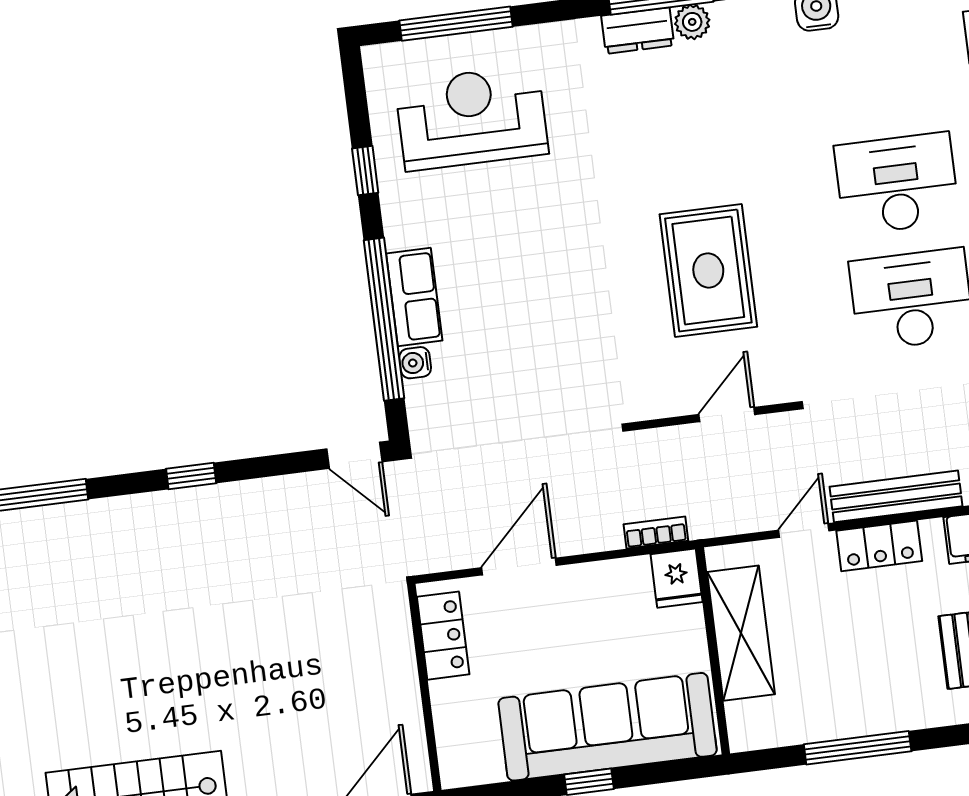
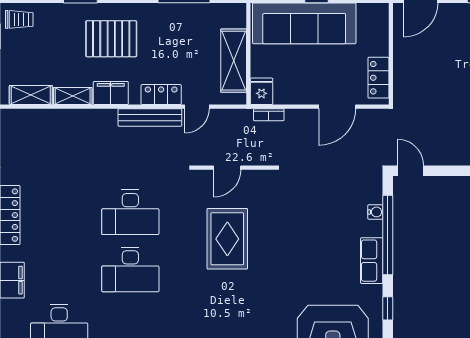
row of seats: (414, 297) -> (372, 261), moved

